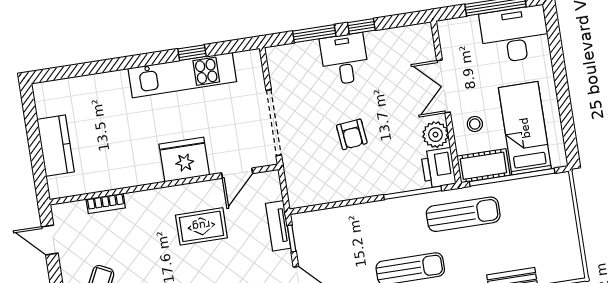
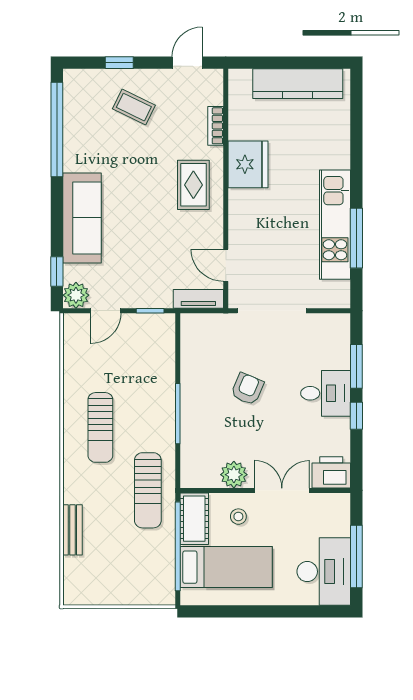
window: (192, 53) -> (356, 238), width x2.17
armchair: (352, 134) -> (247, 389), turned 119
kitchen counter: (56, 146) -> (298, 84), width x1.50
fridge: (184, 160) -> (248, 164), moved
printer: (438, 168) -> (331, 472), moved
window: (413, 193) -> (178, 414), moved
rug: (201, 226) -> (193, 185), moved
tv unit: (278, 226) -> (198, 299), moved

